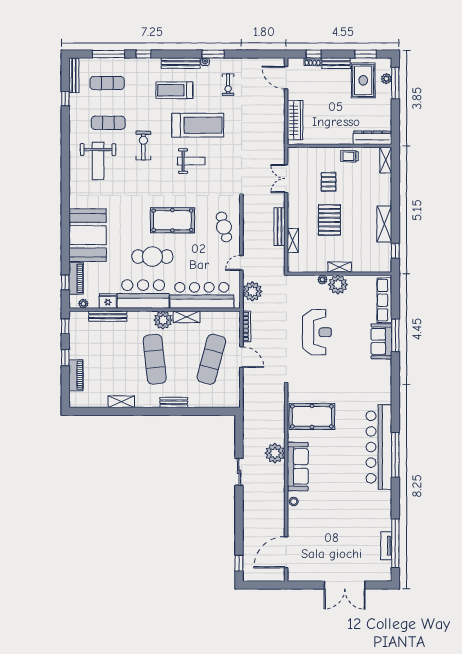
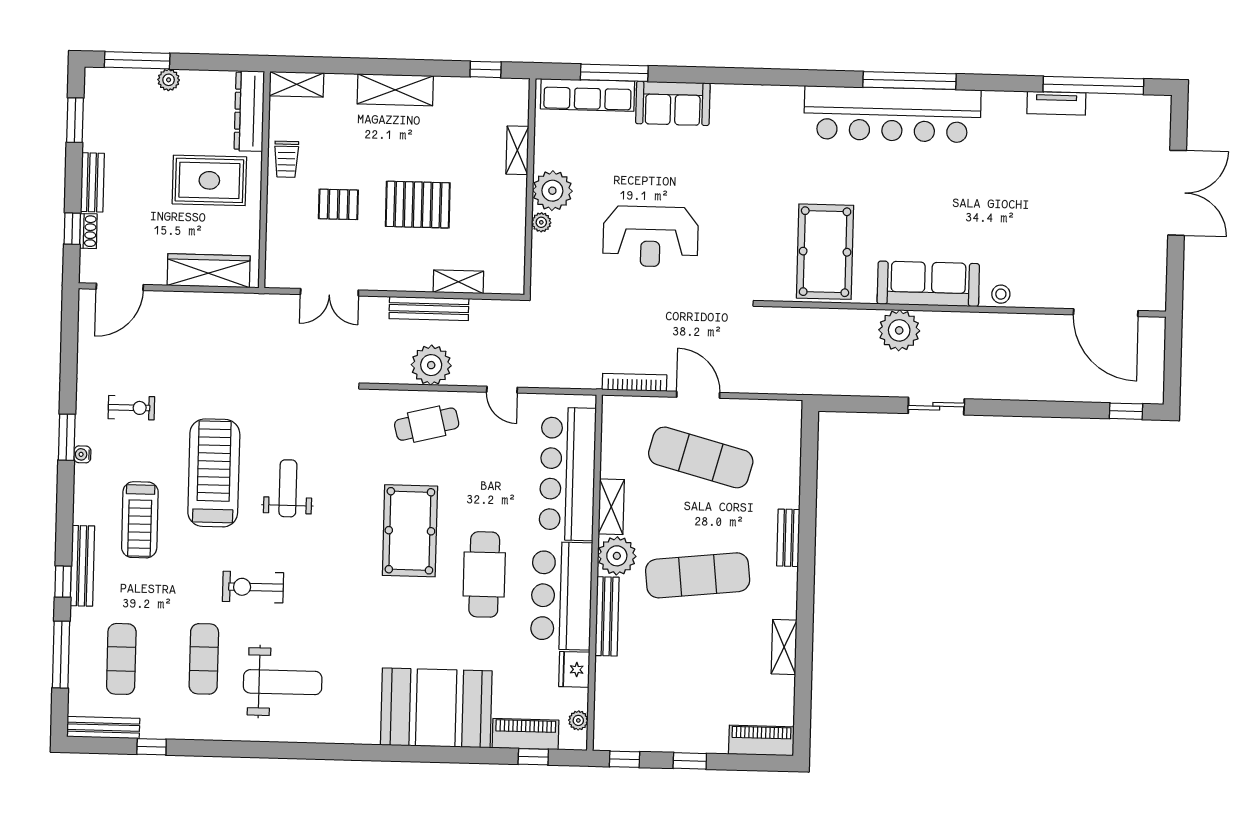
bench: (181, 63) -> (82, 566), moved
plant: (386, 79) -> (169, 80), moved
rug: (363, 80) -> (209, 180), moved
shelving: (384, 224) -> (395, 90), moved
shelving: (339, 267) -> (517, 150), moved
plant: (252, 291) -> (431, 365), moved
bench: (108, 316) -> (607, 616), moved
reception desk: (317, 332) -> (651, 237), turned 180
window: (395, 335) -> (614, 73), moved
door: (241, 357) -> (698, 395), hinge flipped
piano: (76, 375) -> (761, 740), moved
tv unit: (386, 546) -> (1056, 103), moved

